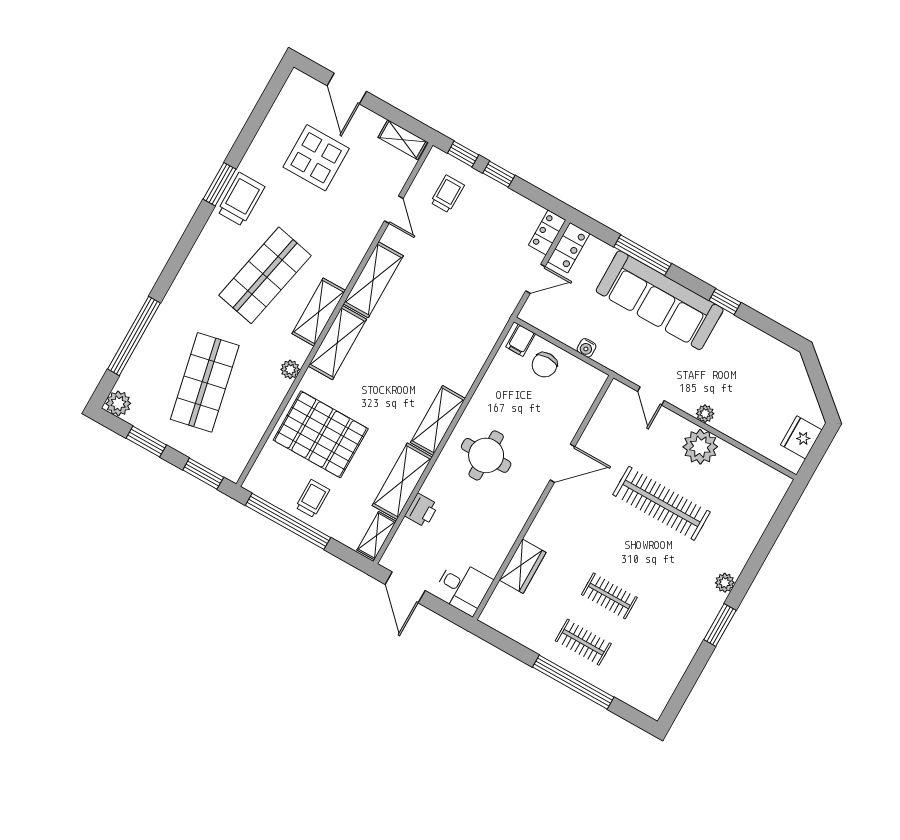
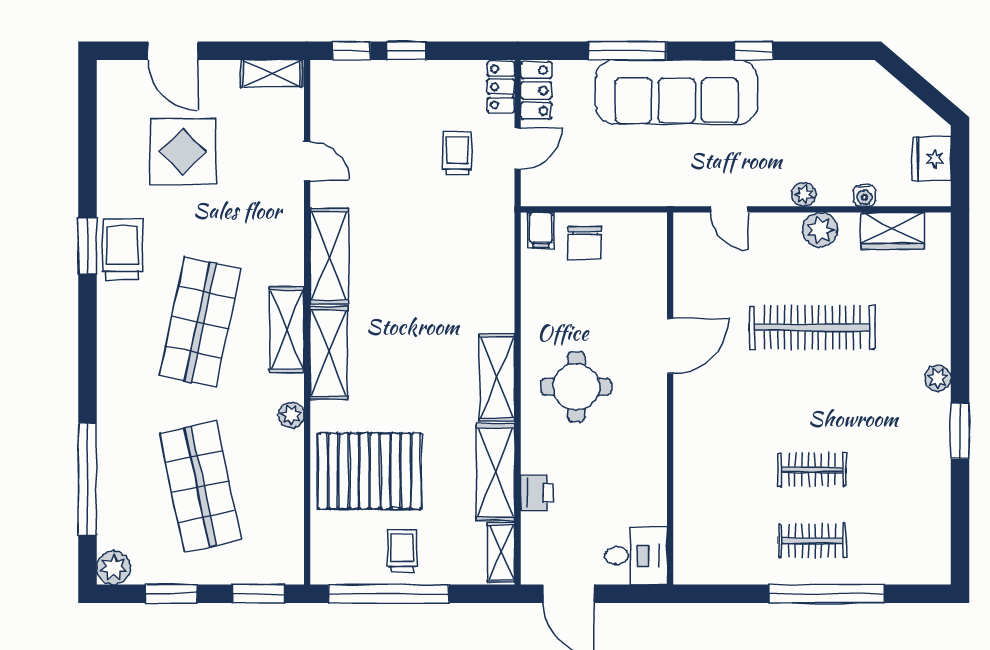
trolley: (447, 194) -> (457, 153), moved
water cooler: (586, 348) -> (865, 196), moved
plant: (700, 447) -> (820, 230), width x0.73, depth x0.73
wardrobe: (523, 566) -> (893, 231), moved, turned 90

